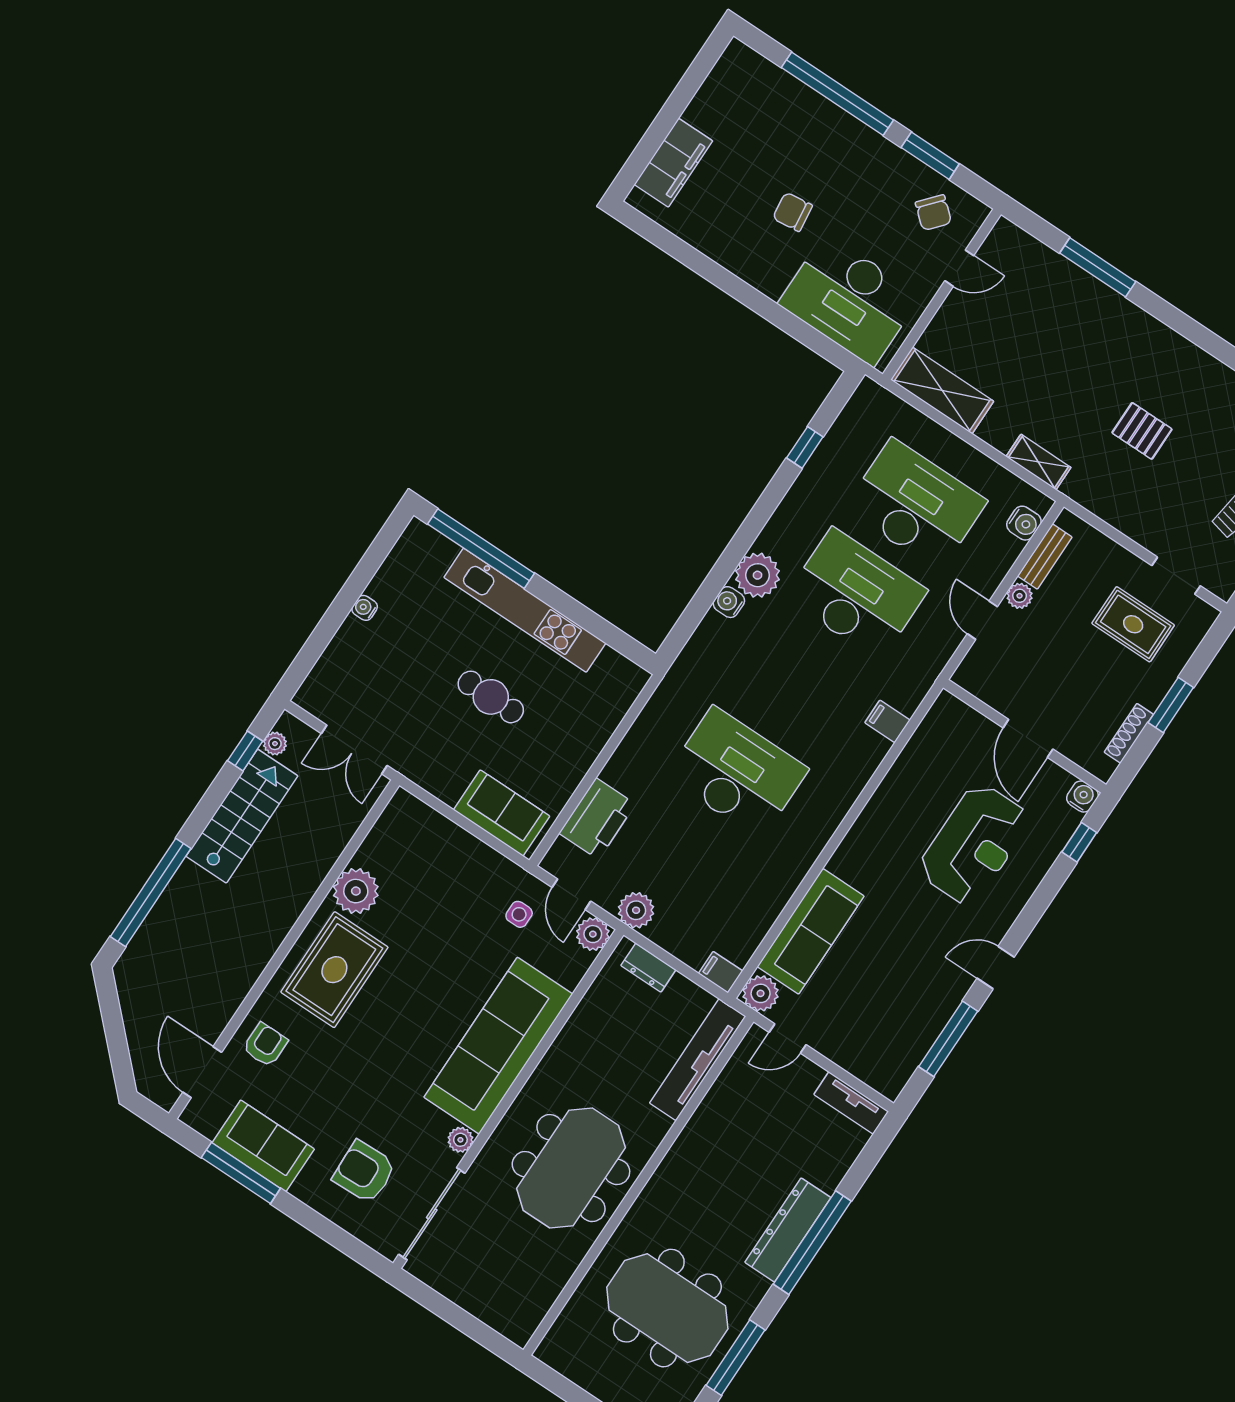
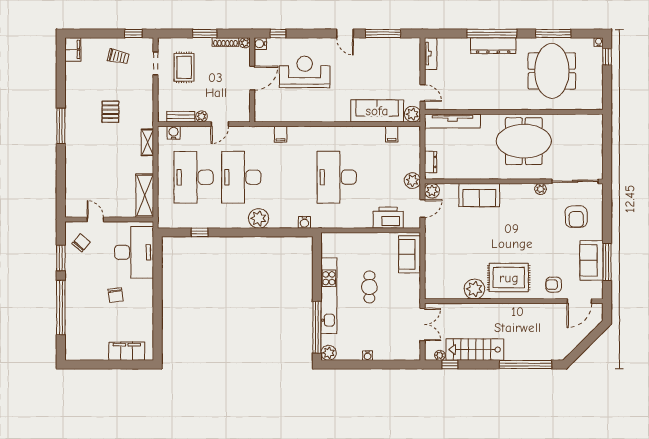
window: (1098, 267) -> (61, 126), moved
plant: (418, 538) -> (329, 353), added
water cooler: (729, 602) -> (304, 222), moved
plant: (1103, 769) -> (245, 43), added
side table: (519, 914) -> (443, 223), removed
filing cabinet: (721, 972) -> (392, 134), moved
sofa: (498, 1046) -> (479, 195), width x0.54, depth x0.79

